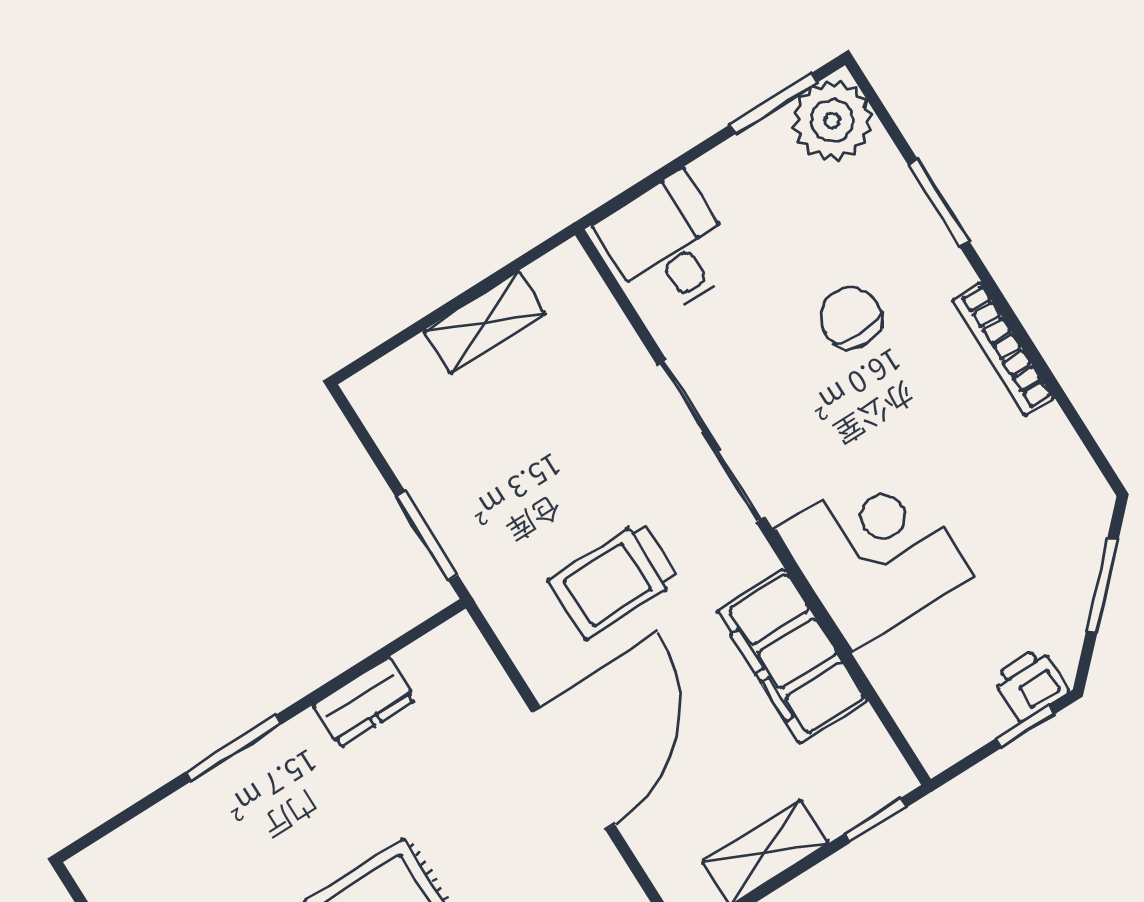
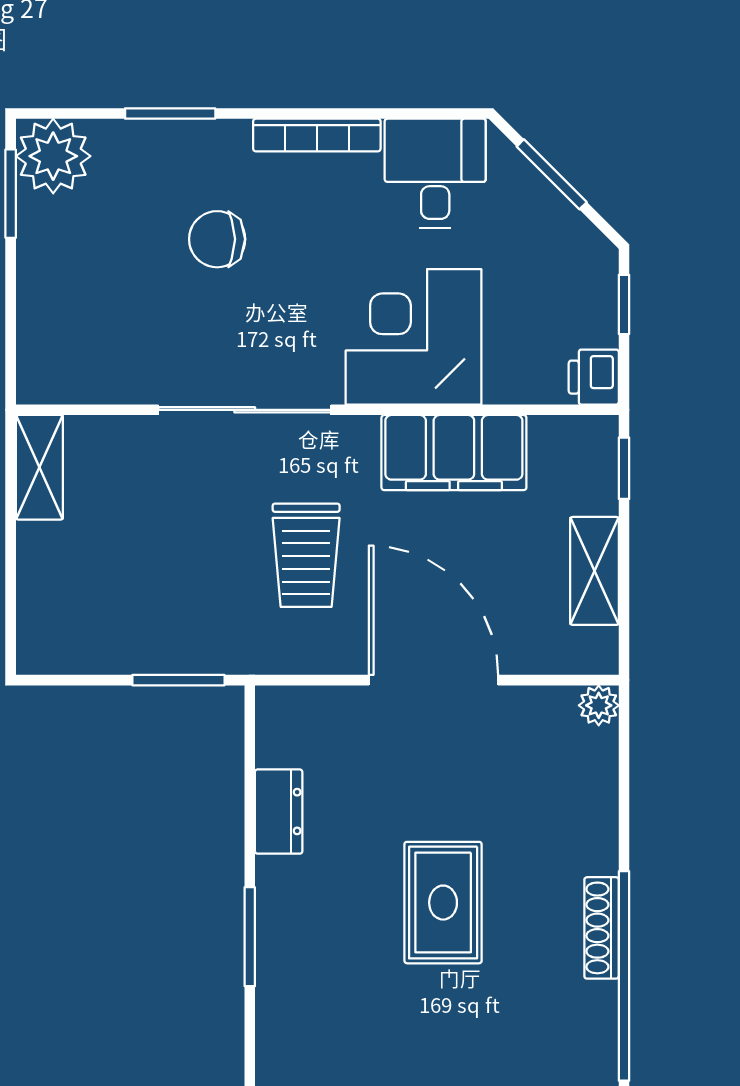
desk: (668, 246) -> (435, 173), moved, turned 90
shelving: (484, 322) -> (39, 467), moved
printer: (1031, 684) -> (594, 377), moved

